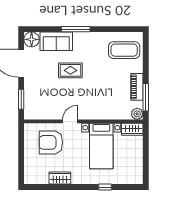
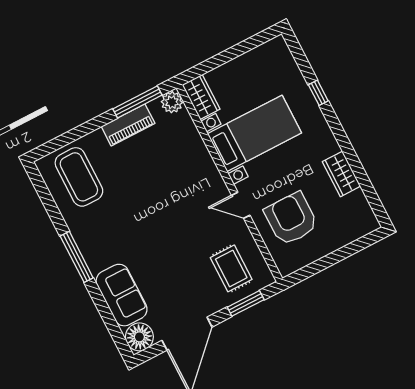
window: (76, 29) -> (77, 257), moved
rug: (70, 70) -> (231, 268), moved
armchair: (51, 142) -> (291, 219), turned 180

